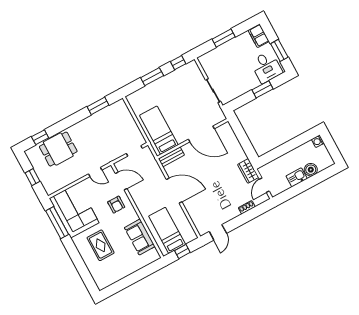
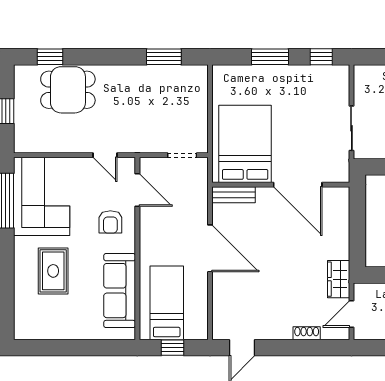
bed: (159, 130) -> (245, 144), width x1.50
sofa: (140, 237) -> (120, 291), width x1.36

